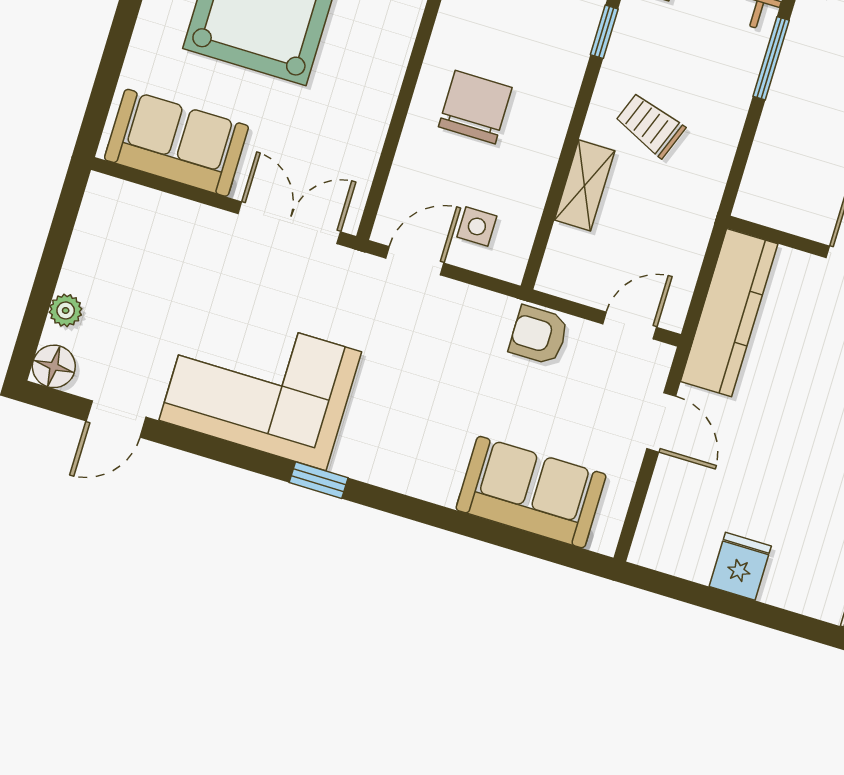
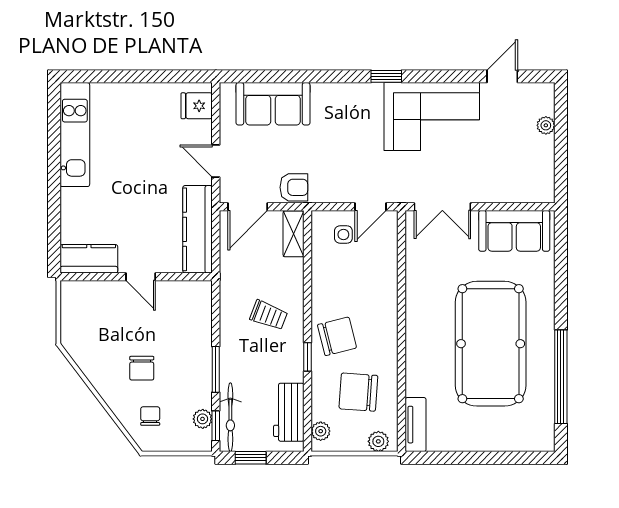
chair: (475, 107) -> (337, 336), moved, turned -104
shelving: (585, 185) -> (294, 234), moved
door: (630, 326) -> (248, 207), width x1.38
floor lamp: (54, 366) -> (543, 94), removed
fridge: (740, 566) -> (197, 106), moved, turned 90

